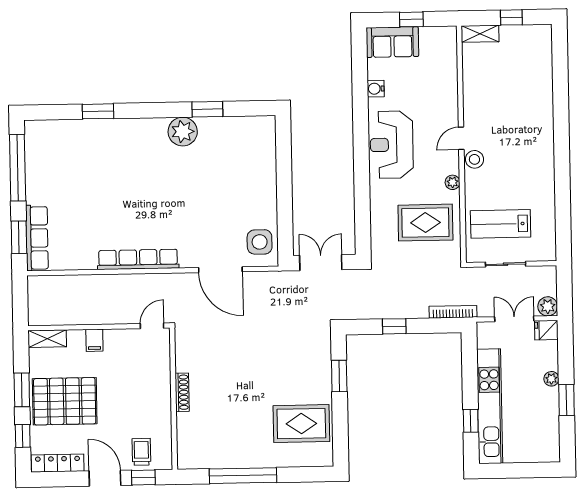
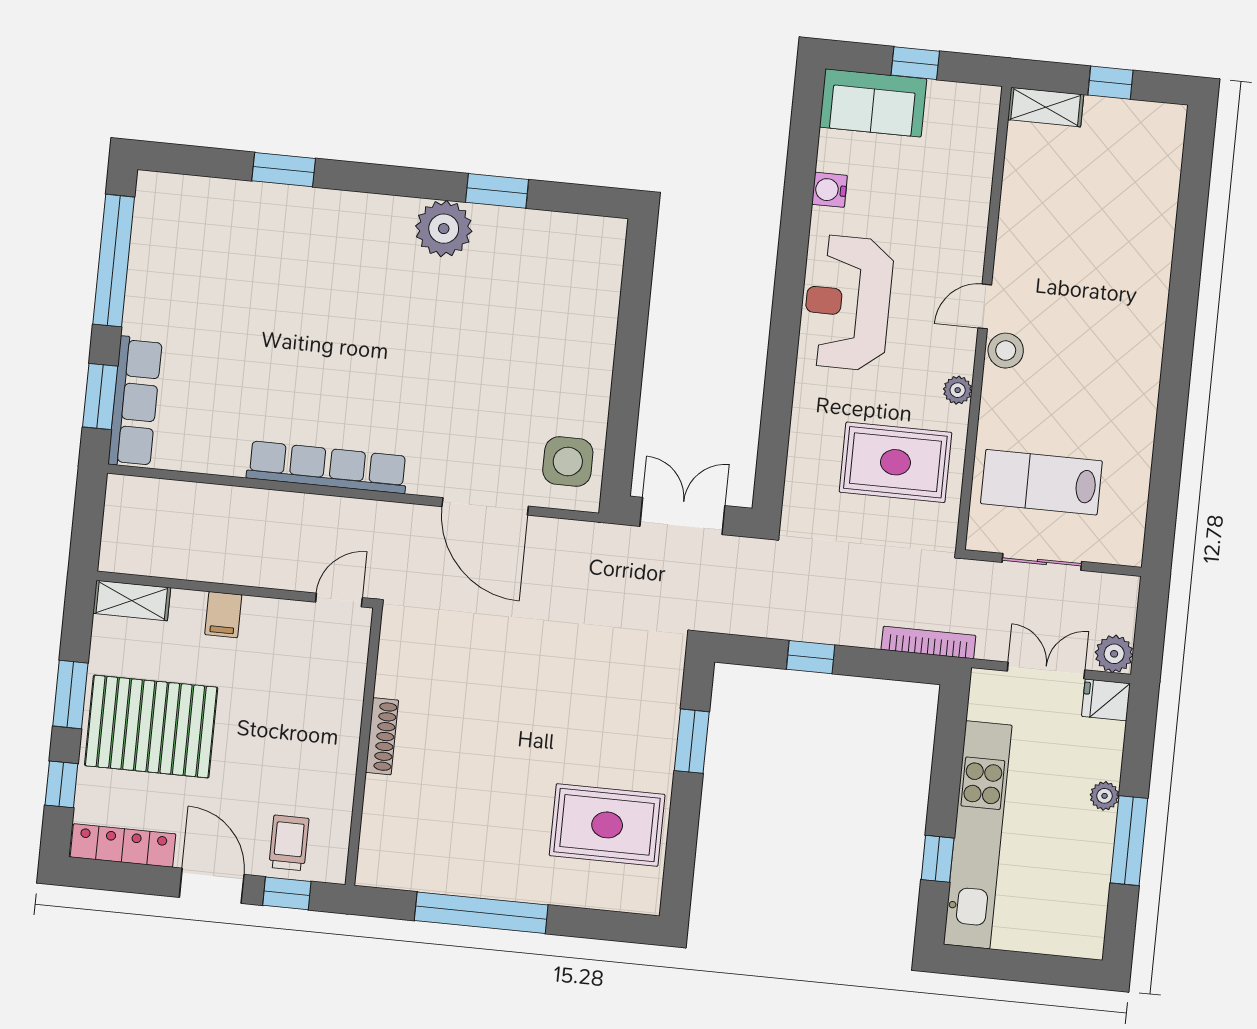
window: (567, 400) -> (1129, 841), width x1.44

